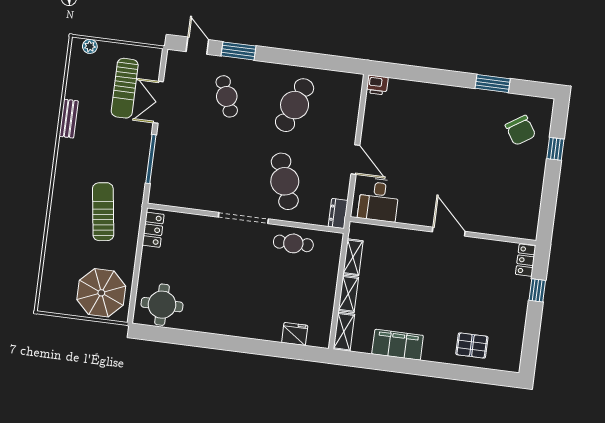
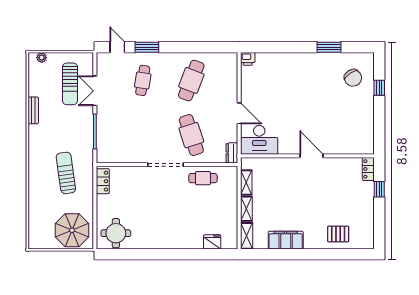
cafe table: (227, 96) -> (143, 80), turned 30
desk: (379, 200) -> (259, 140), width x1.37

